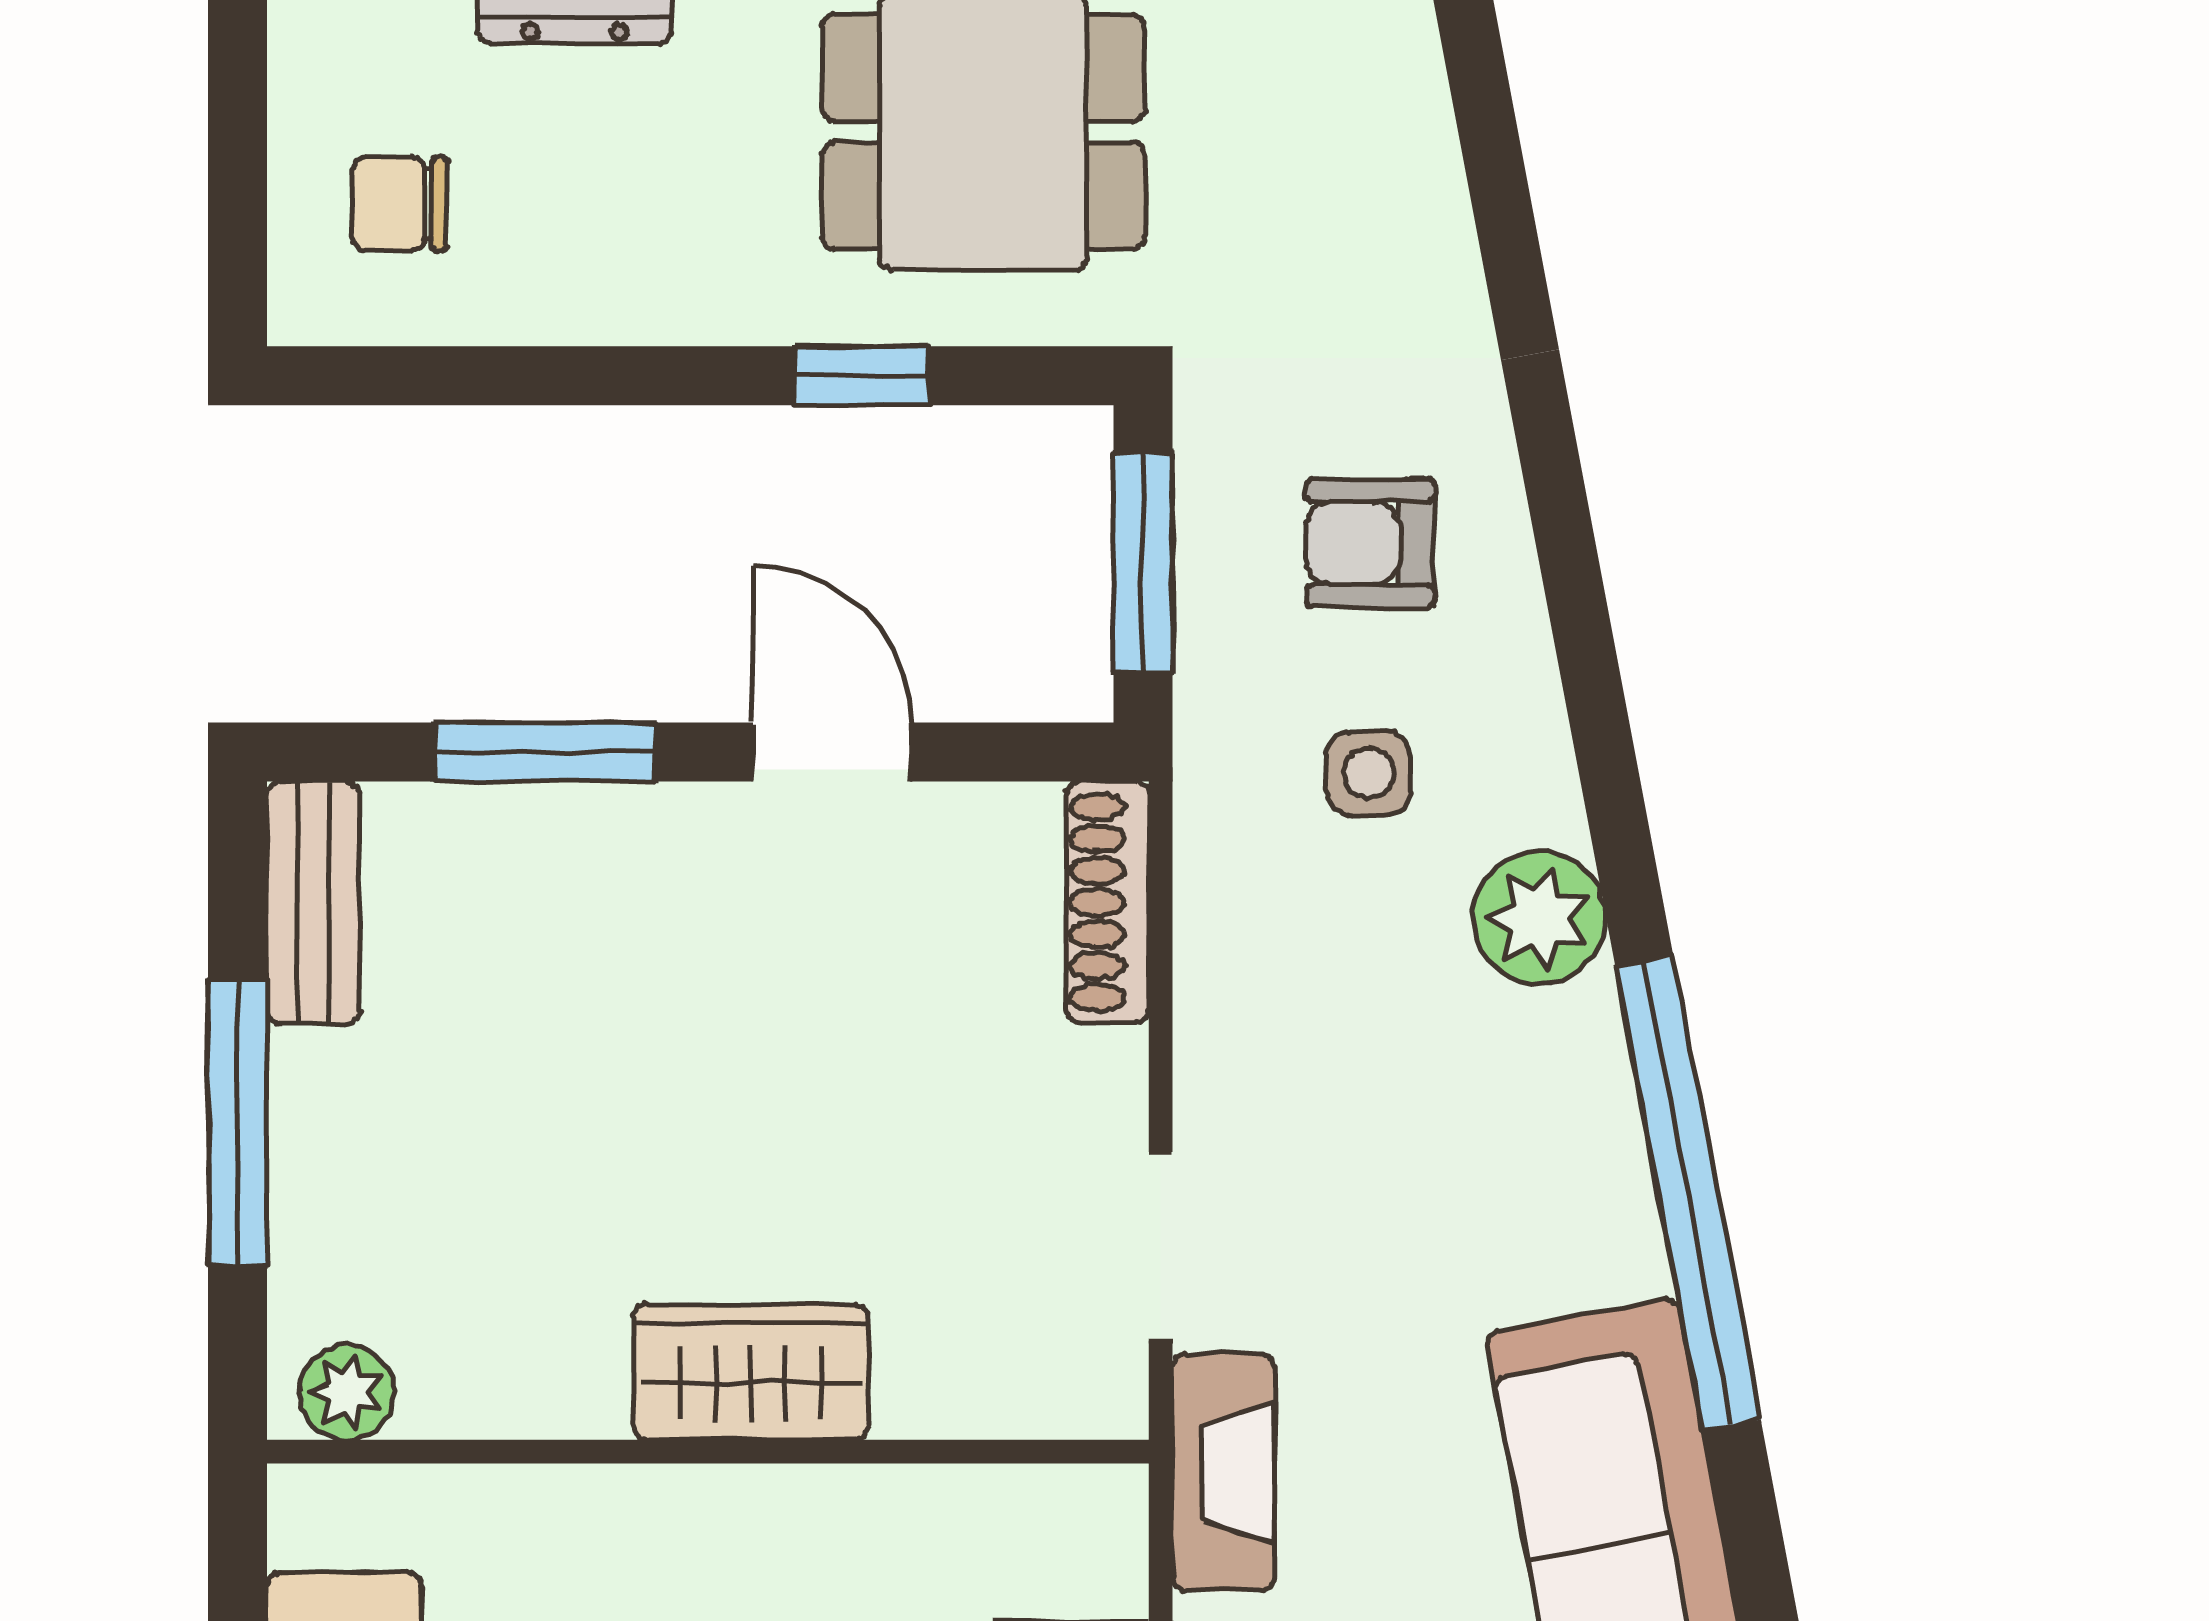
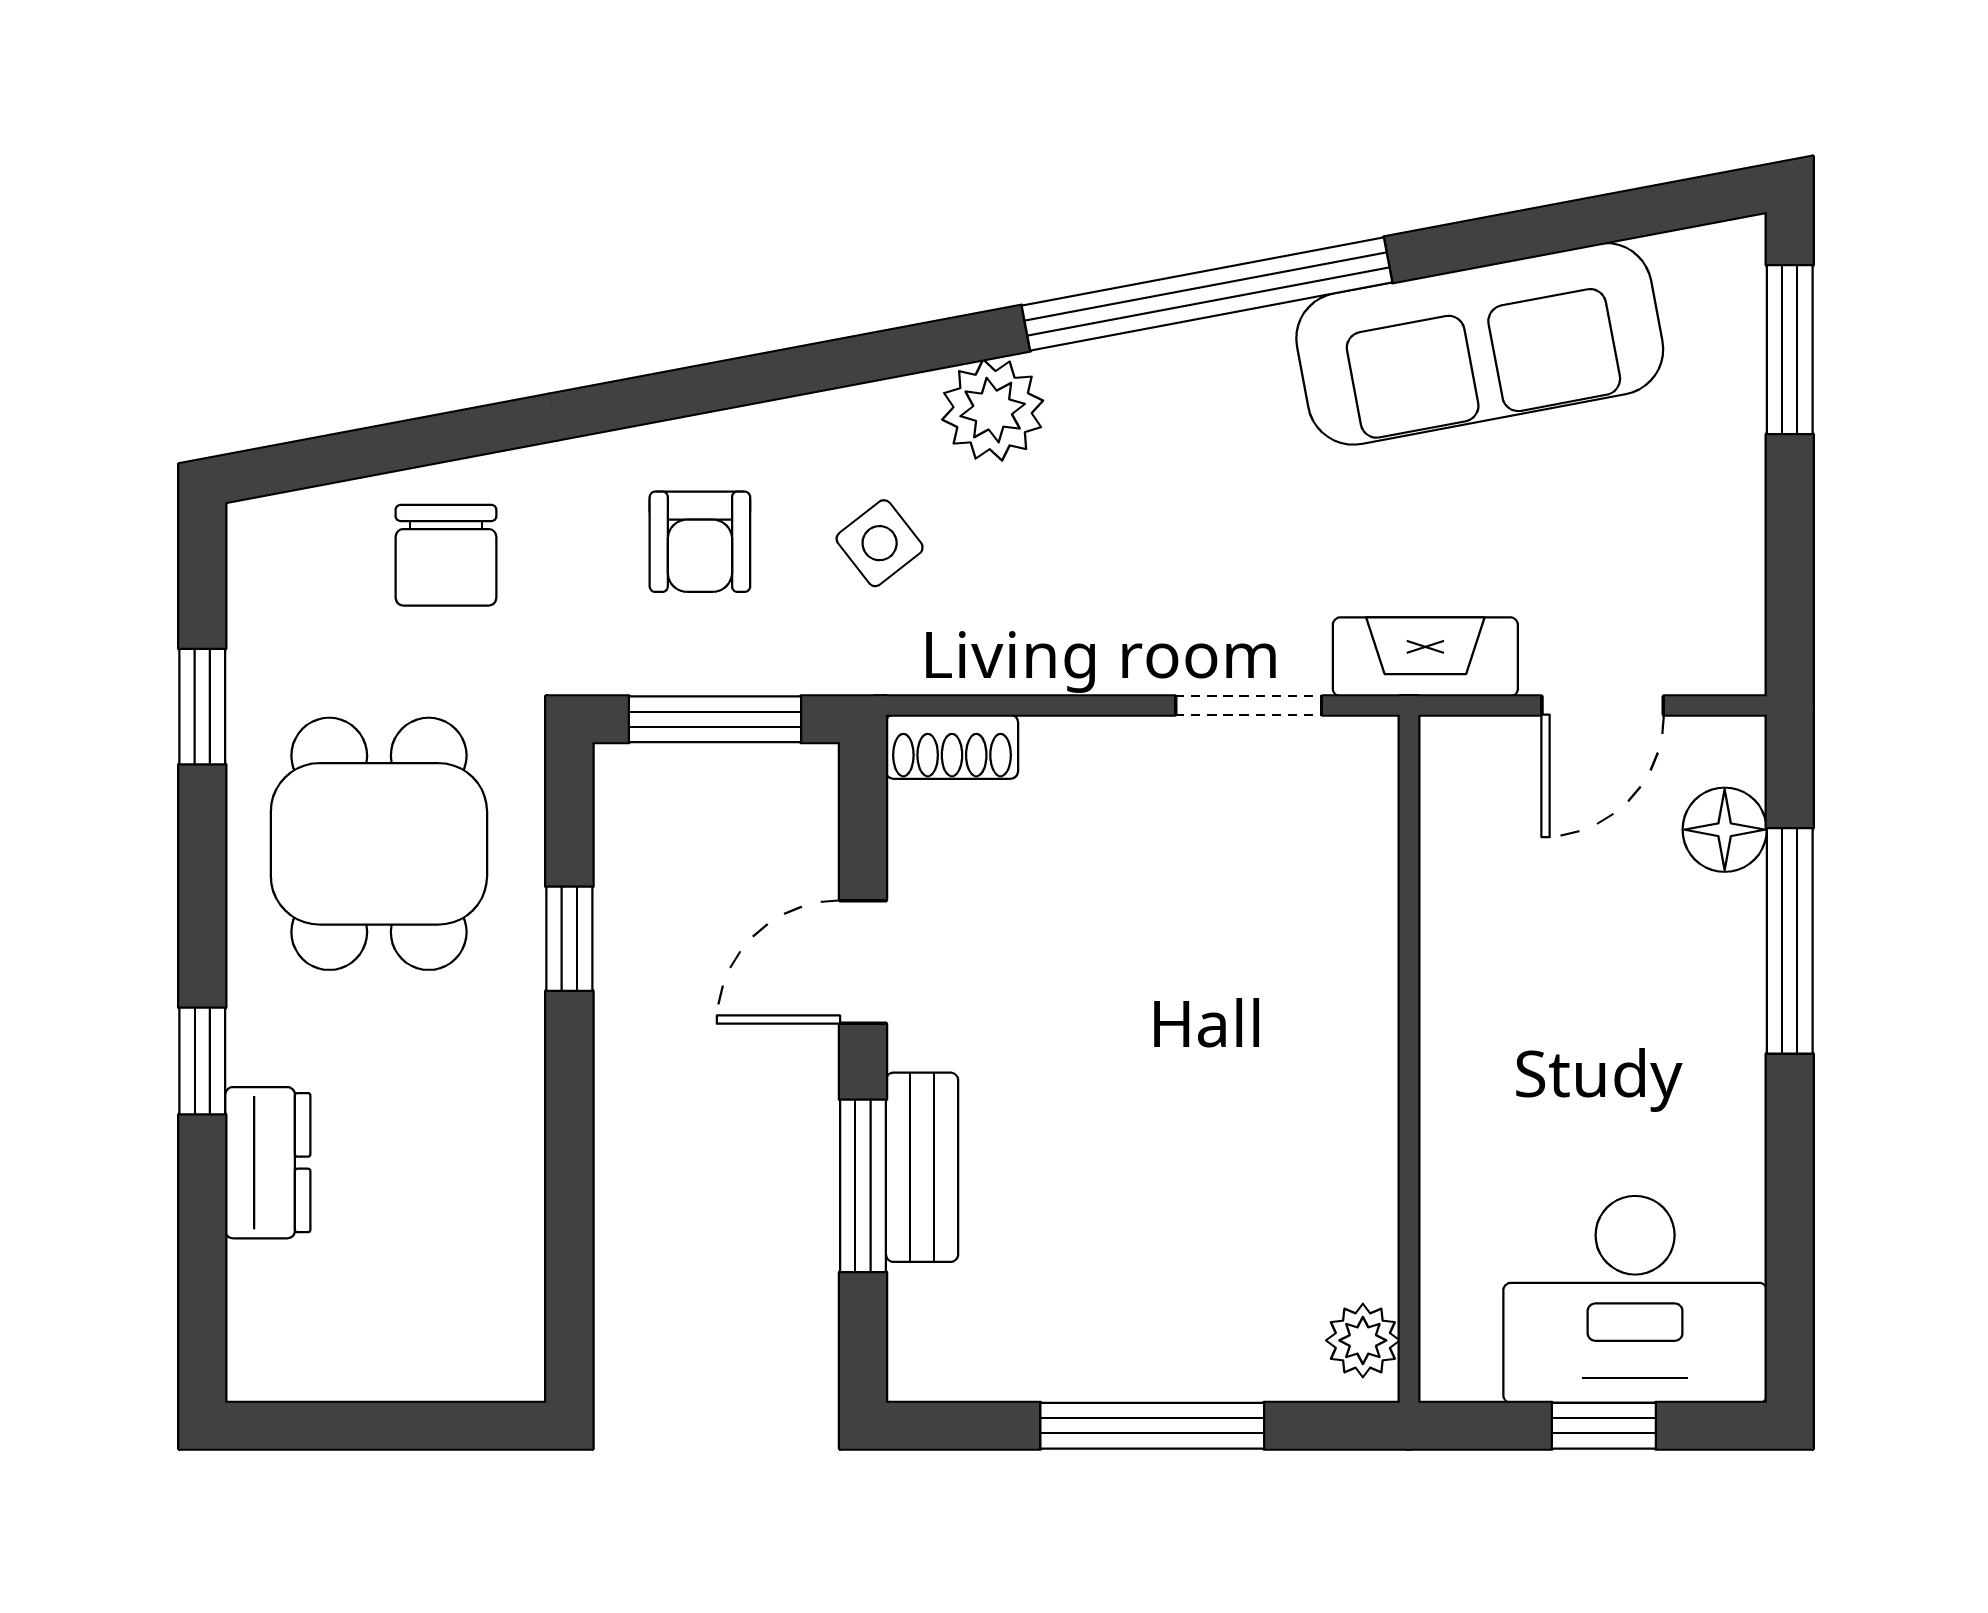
chair: (400, 204) -> (446, 555), moved, width x1.37, depth x1.37
side table: (1369, 773) -> (880, 543), turned -38
shoe rack: (1108, 902) -> (952, 747), width x0.70
bench: (313, 903) -> (922, 1167), moved, turned 90
wardrobe: (751, 1372) -> (1347, 1025), removed

